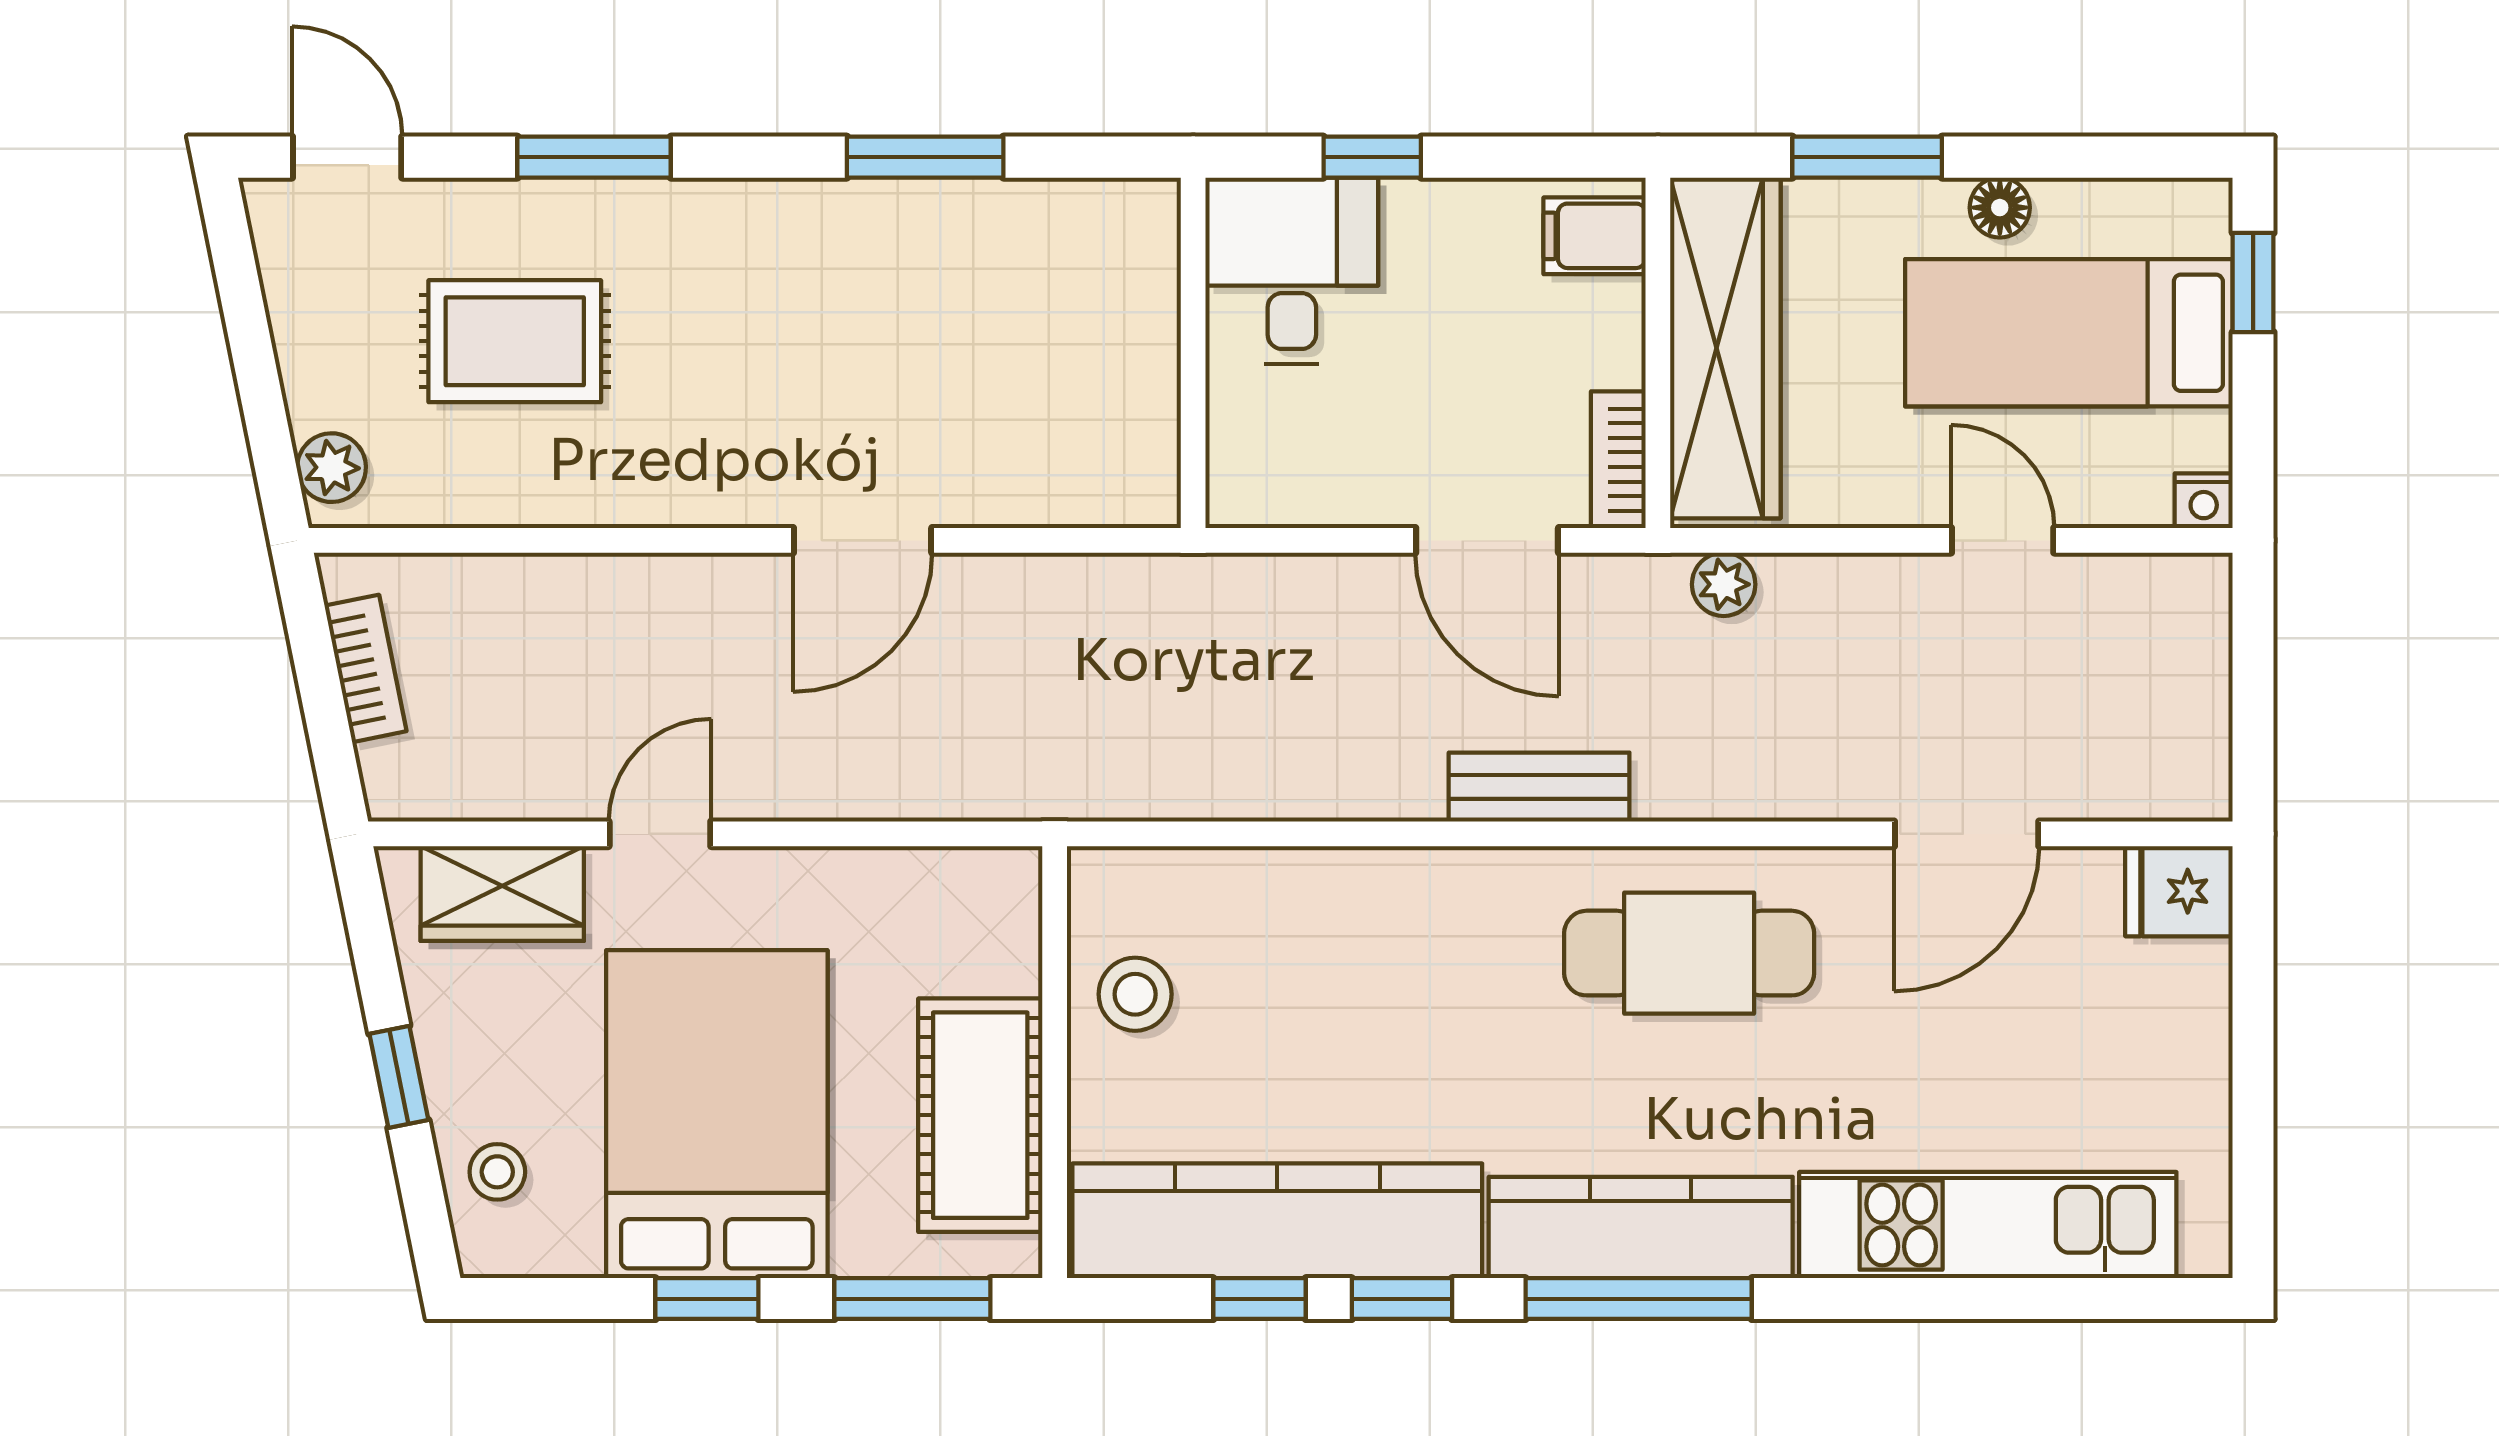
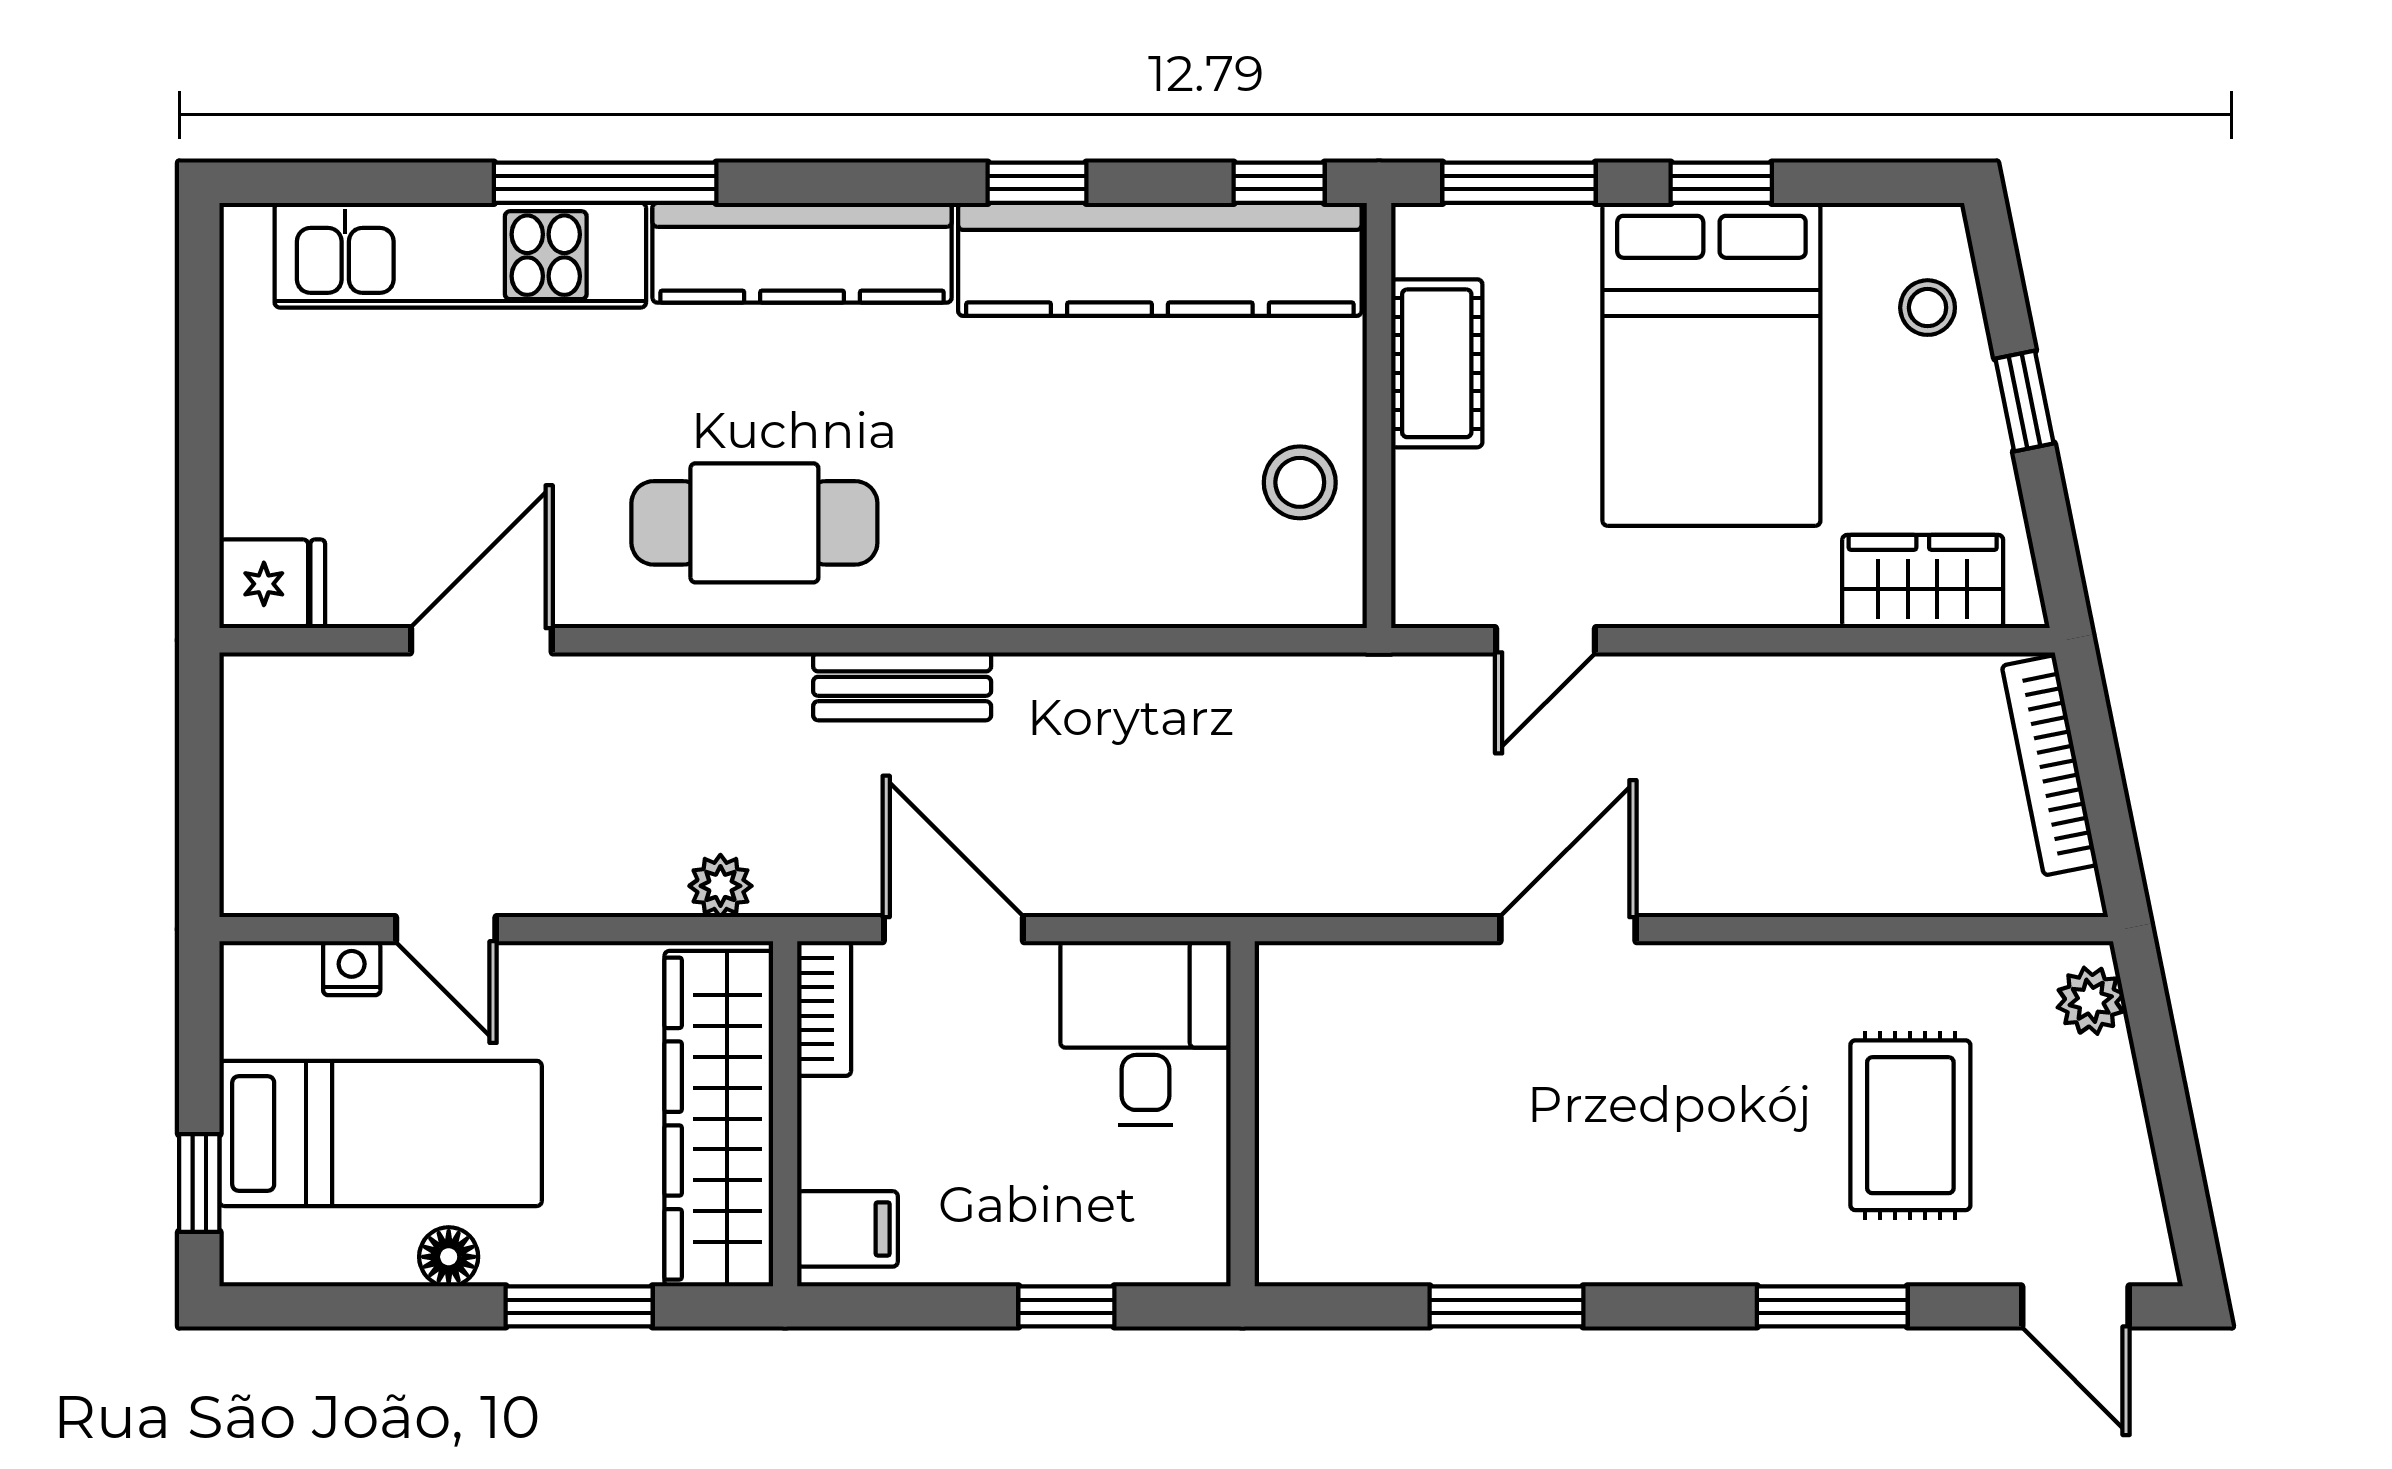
desk: (1292, 271) -> (1145, 1033), moved, turned 180
rug: (515, 341) -> (1910, 1125), turned 90
nightstand: (2204, 501) -> (352, 968), moved
bookcase: (366, 668) -> (2050, 765), width x1.56
door: (660, 834) -> (1545, 640), moved
cot: (980, 1115) -> (1437, 363), width x0.73, depth x0.75
window: (1260, 1299) -> (1279, 183), moved
window: (1639, 1299) -> (605, 183), moved

